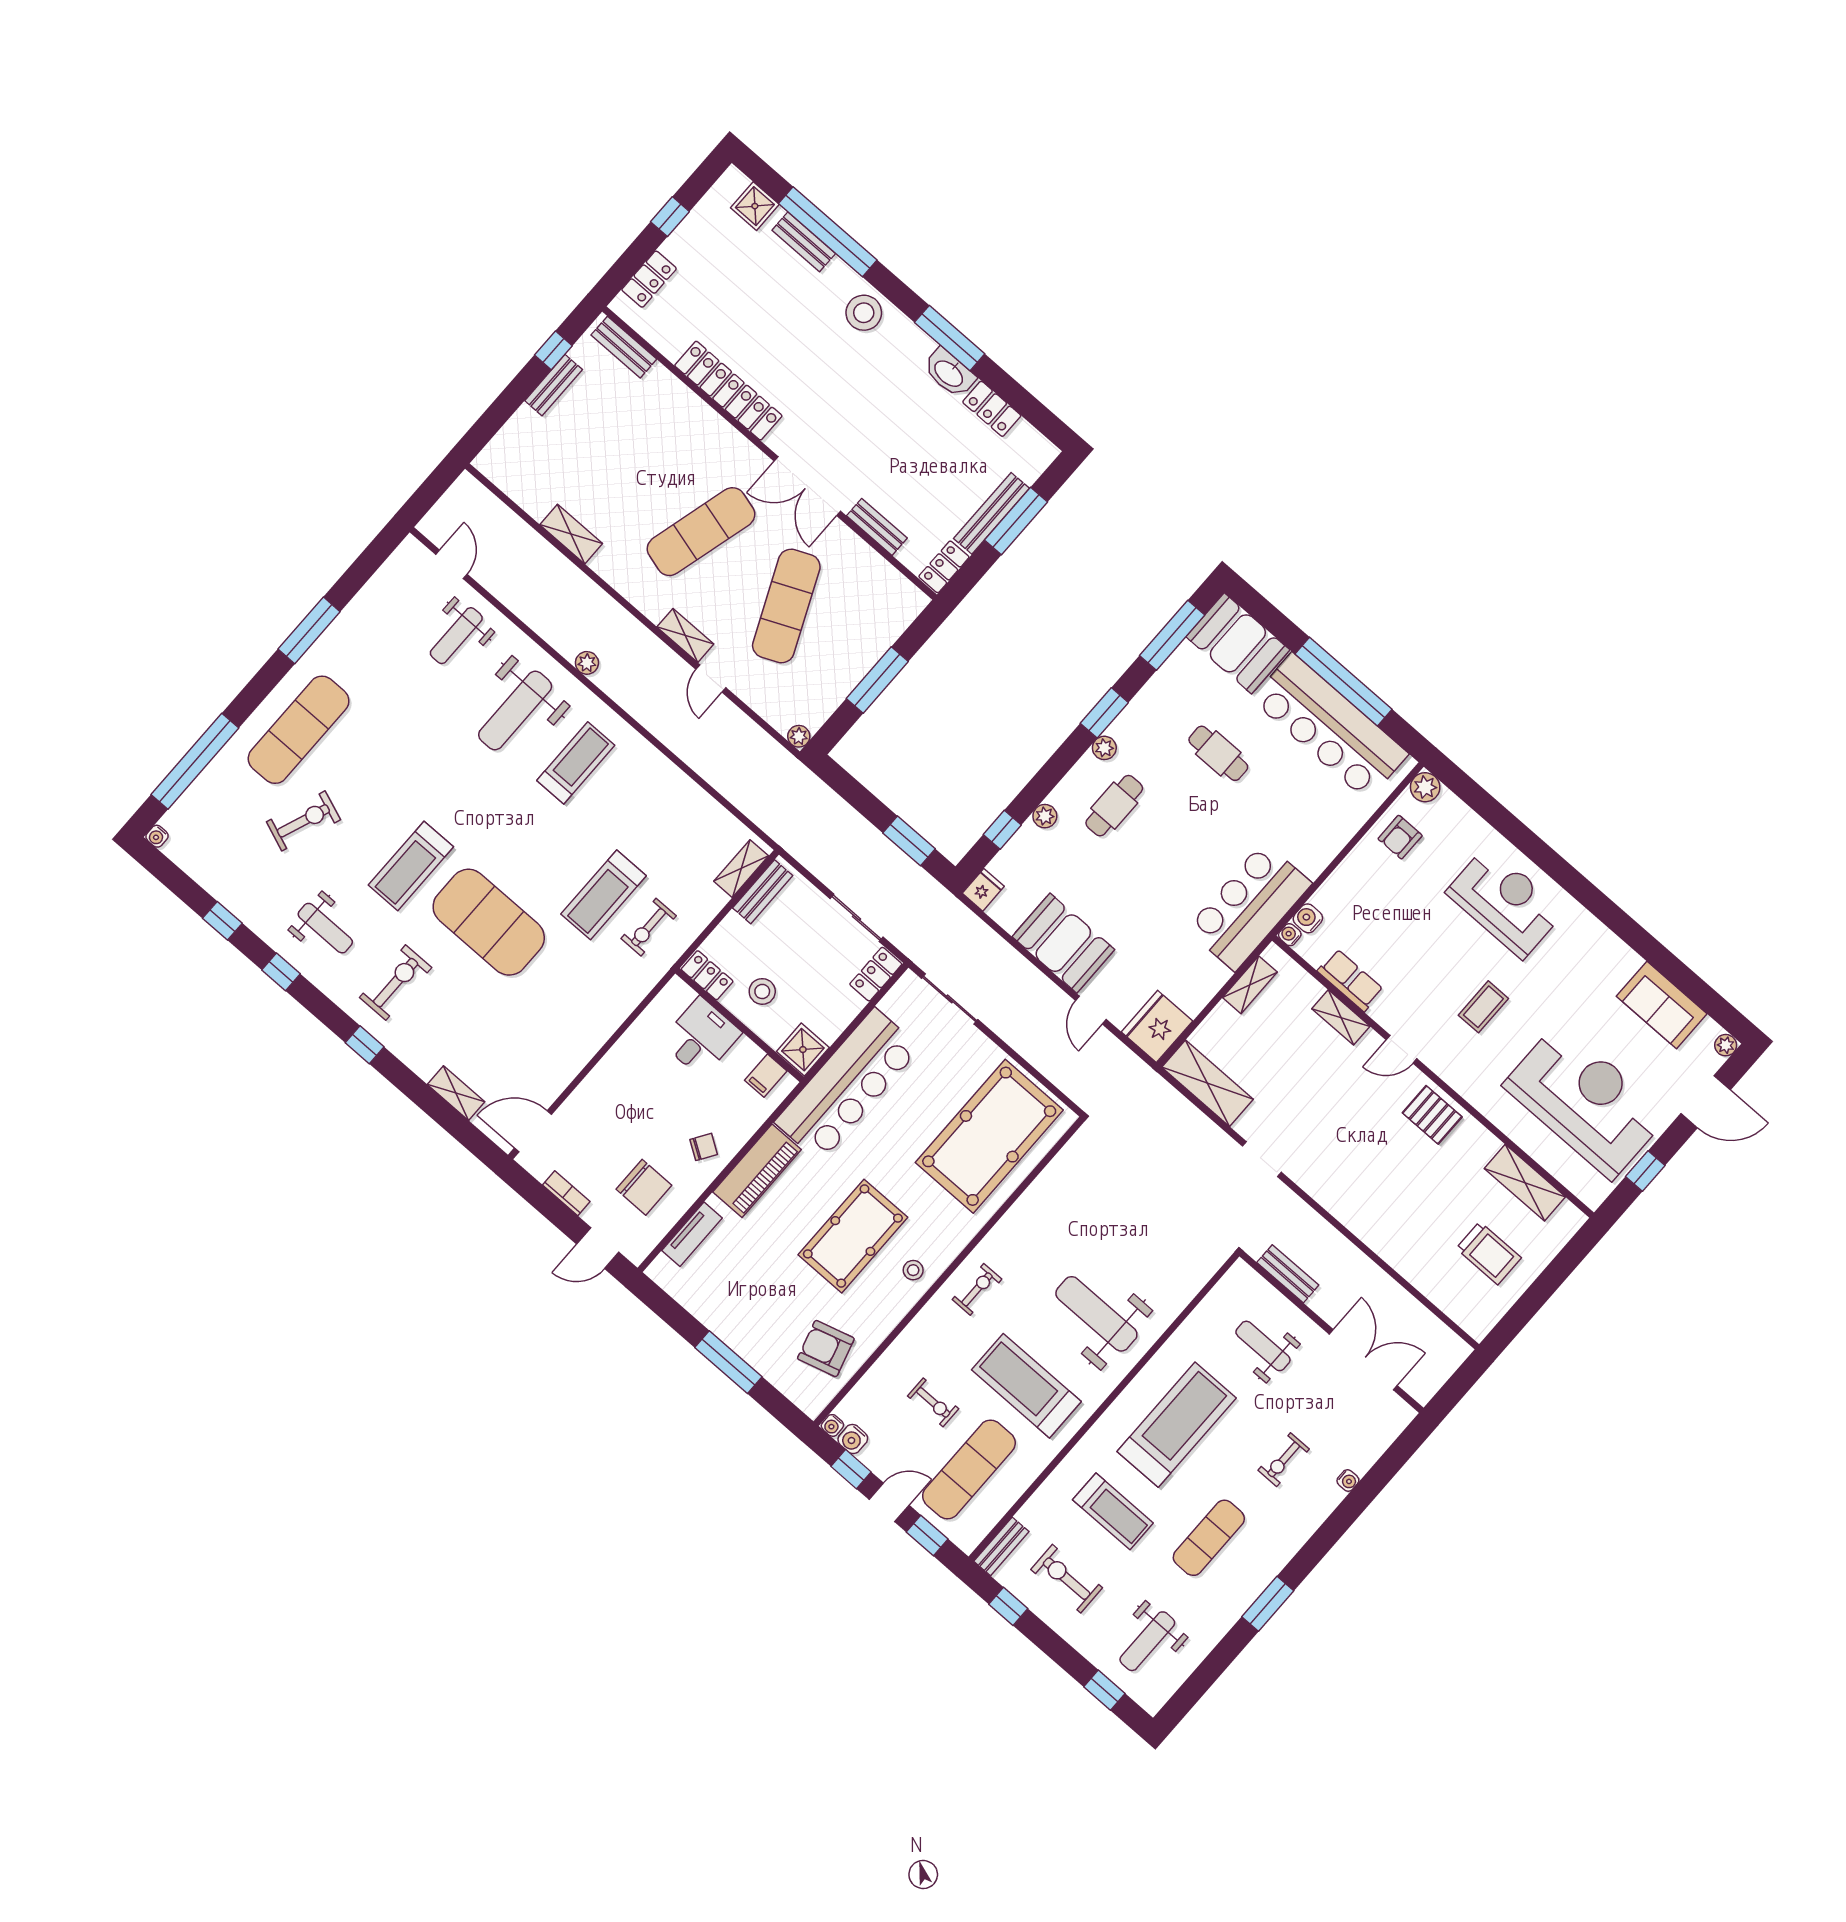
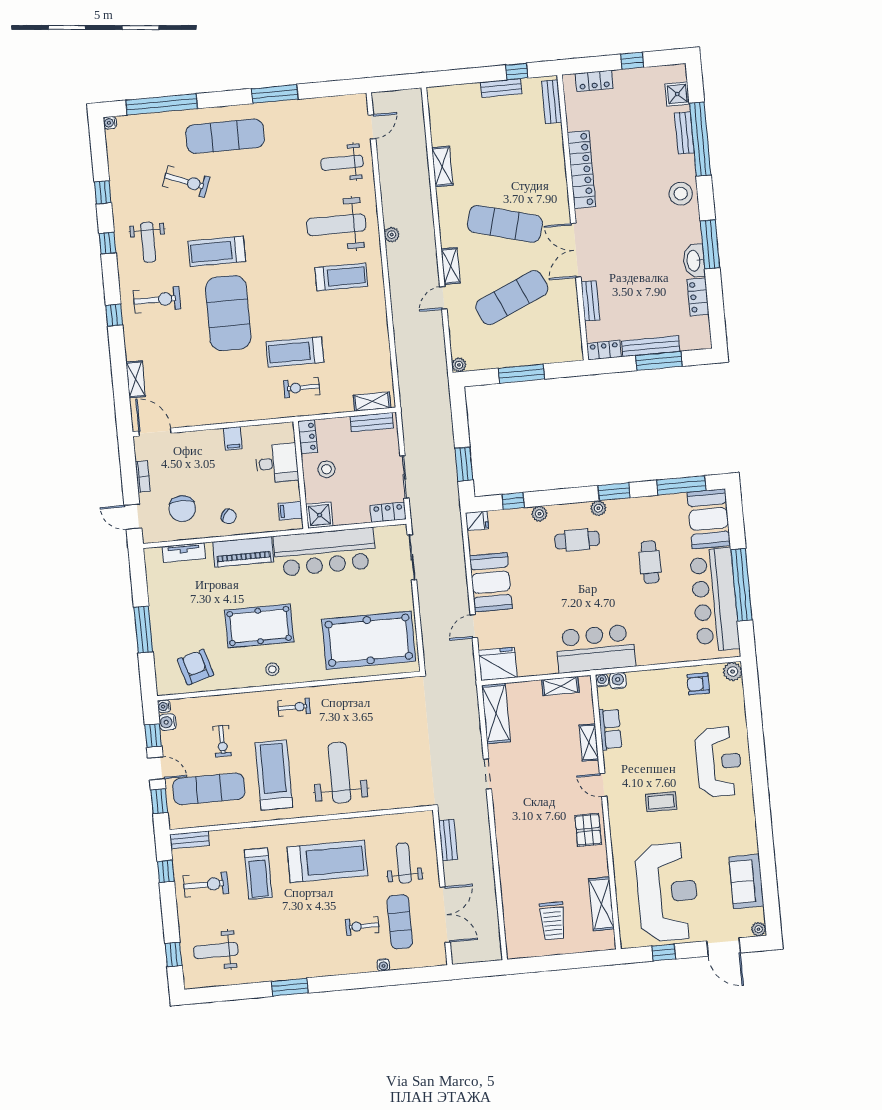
filing cabinet: (626, 1056) -> (233, 438), added
exercise mat: (1209, 1538) -> (400, 922), moved, turned 90
exercise bike: (1067, 1579) -> (206, 885), turned 90

